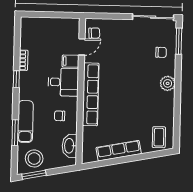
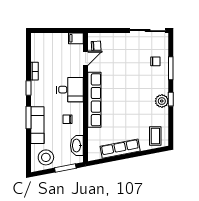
window: (179, 41) -> (171, 68), moved
filing cabinet: (70, 61) -> (76, 38), moved
plant: (168, 83) -> (162, 101), moved
window: (178, 96) -> (171, 99), added
window: (15, 133) -> (29, 117), moved
window: (34, 175) -> (65, 168), moved

